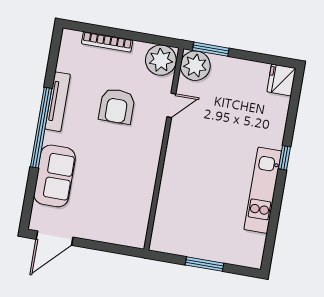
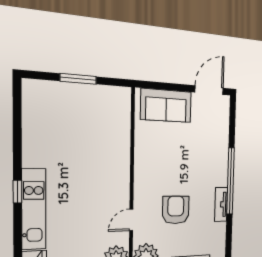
tv unit: (58, 102) -> (221, 204), width x0.71
sofa: (55, 176) -> (166, 106), moved, turned -90
kitchen unit: (263, 190) -> (34, 209), moved

